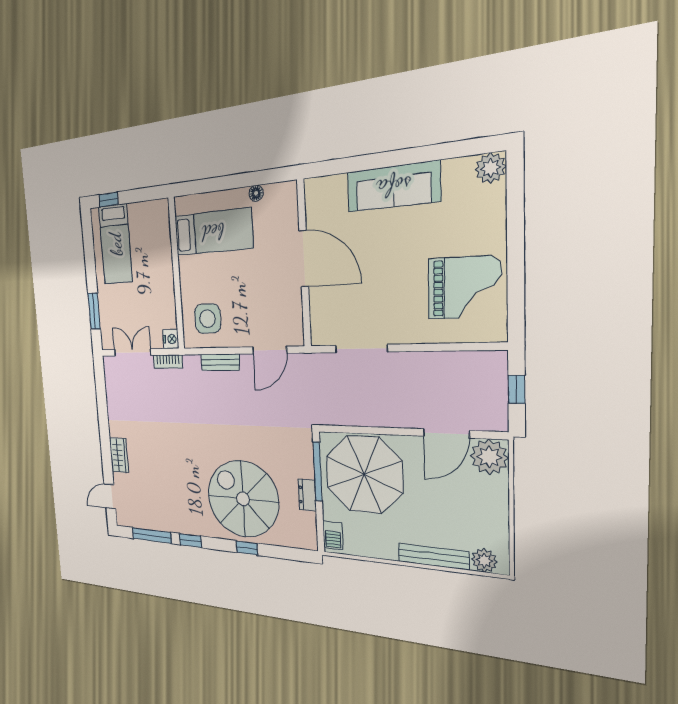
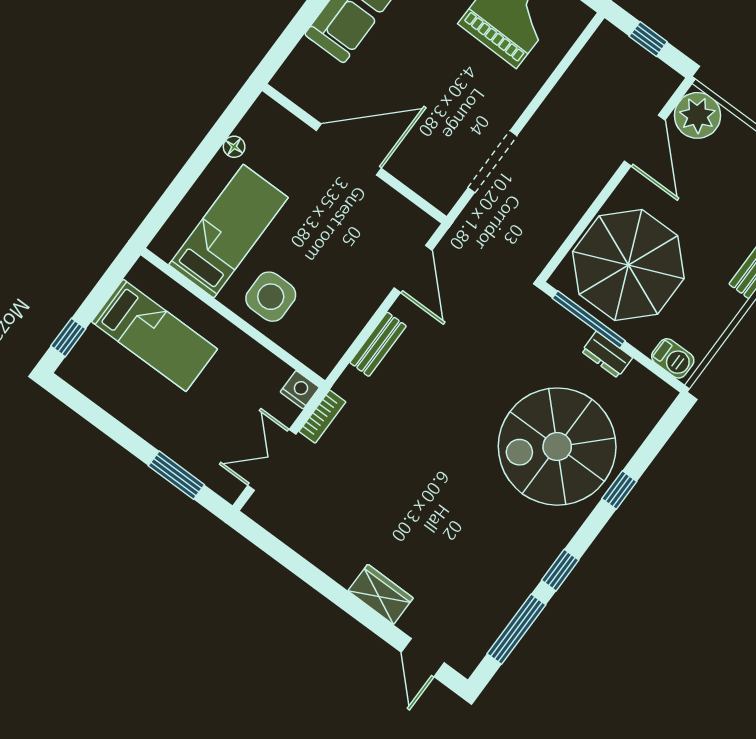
bed: (116, 244) -> (155, 335), moved
side table: (208, 319) -> (271, 297), moved

